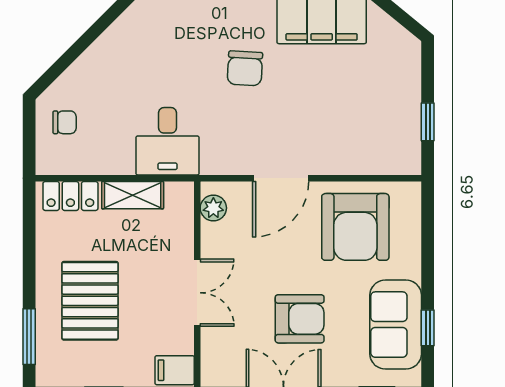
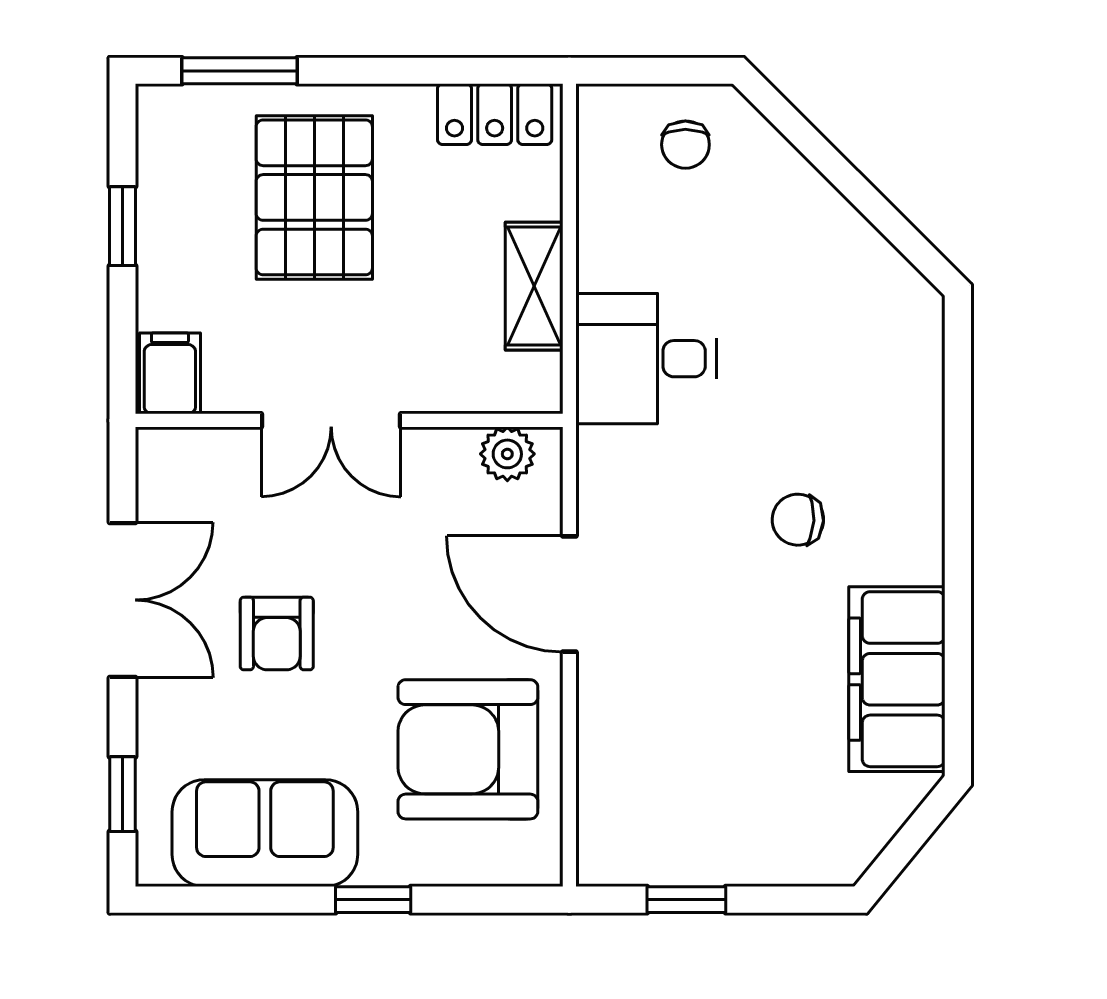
chair: (245, 68) -> (798, 520), width x0.73, depth x0.73
locker: (70, 196) -> (495, 114), moved, turned -90
pallet: (90, 301) -> (314, 197), turned 90
armchair: (300, 319) -> (277, 633), width x0.72, depth x0.72
window: (428, 328) -> (373, 900), moved

